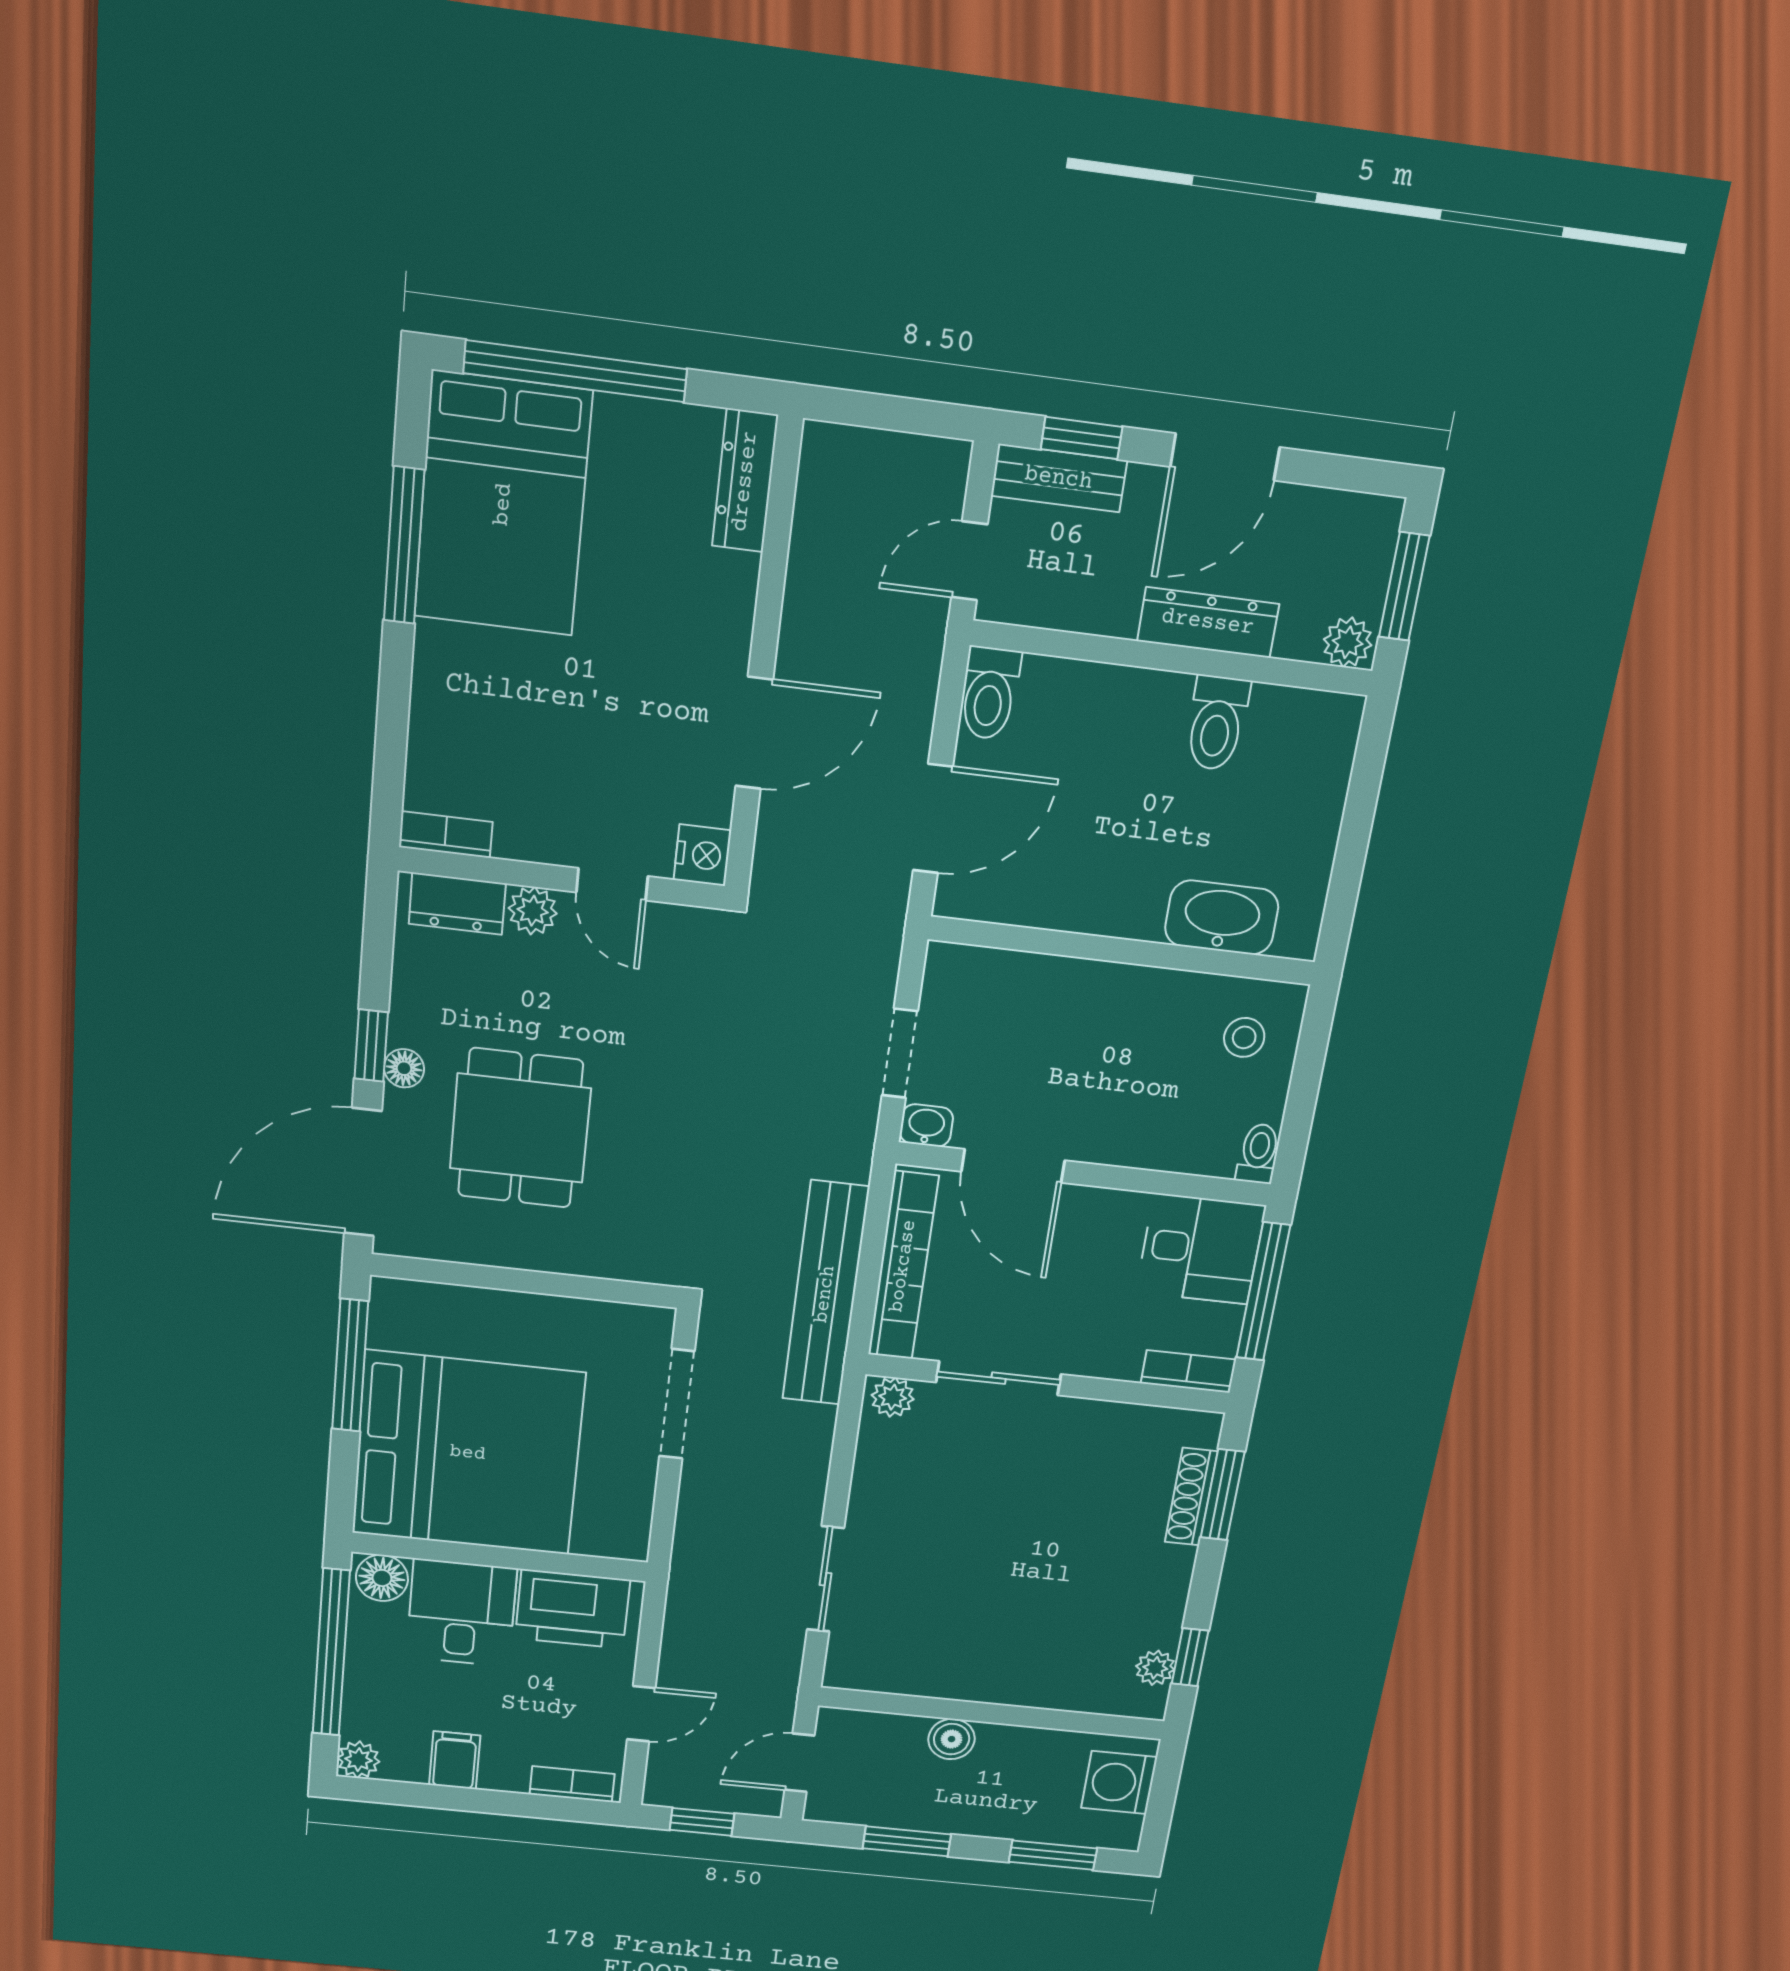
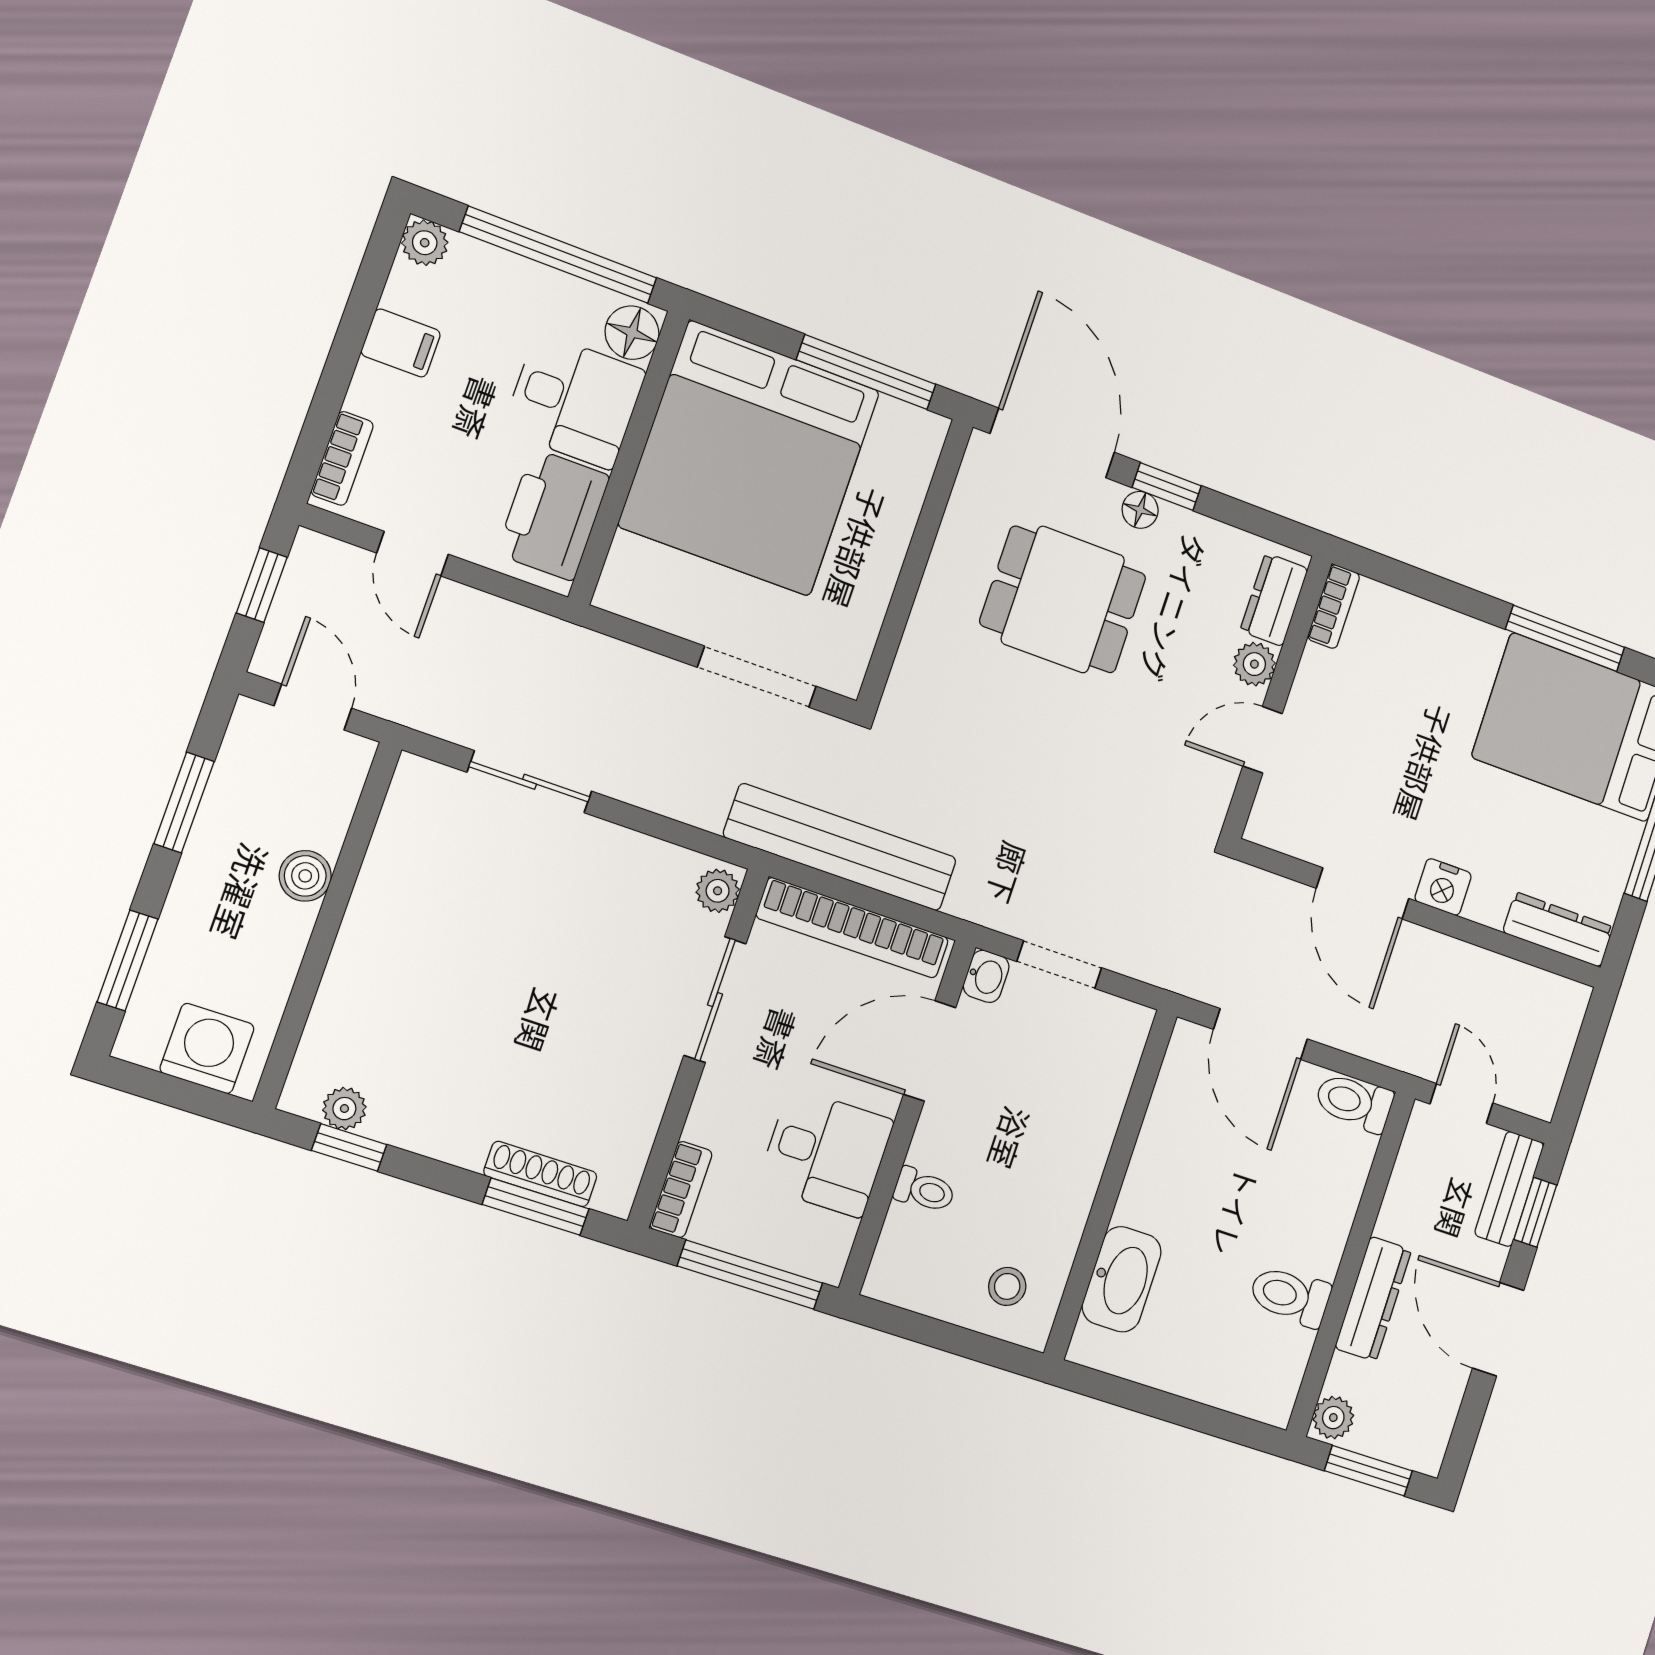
nightstand: (702, 855) -> (1443, 887), moved
toilet: (1258, 1154) -> (924, 1190), moved
desk: (1201, 1249) -> (826, 1153), moved, turned -90

